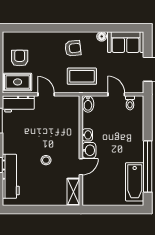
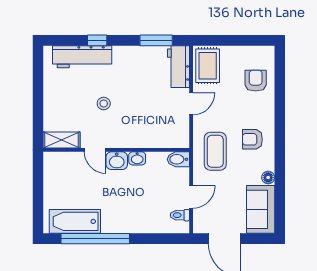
armchair: (73, 48) -> (252, 139), turned 96
armchair: (20, 58) -> (256, 81), moved, turned -90

